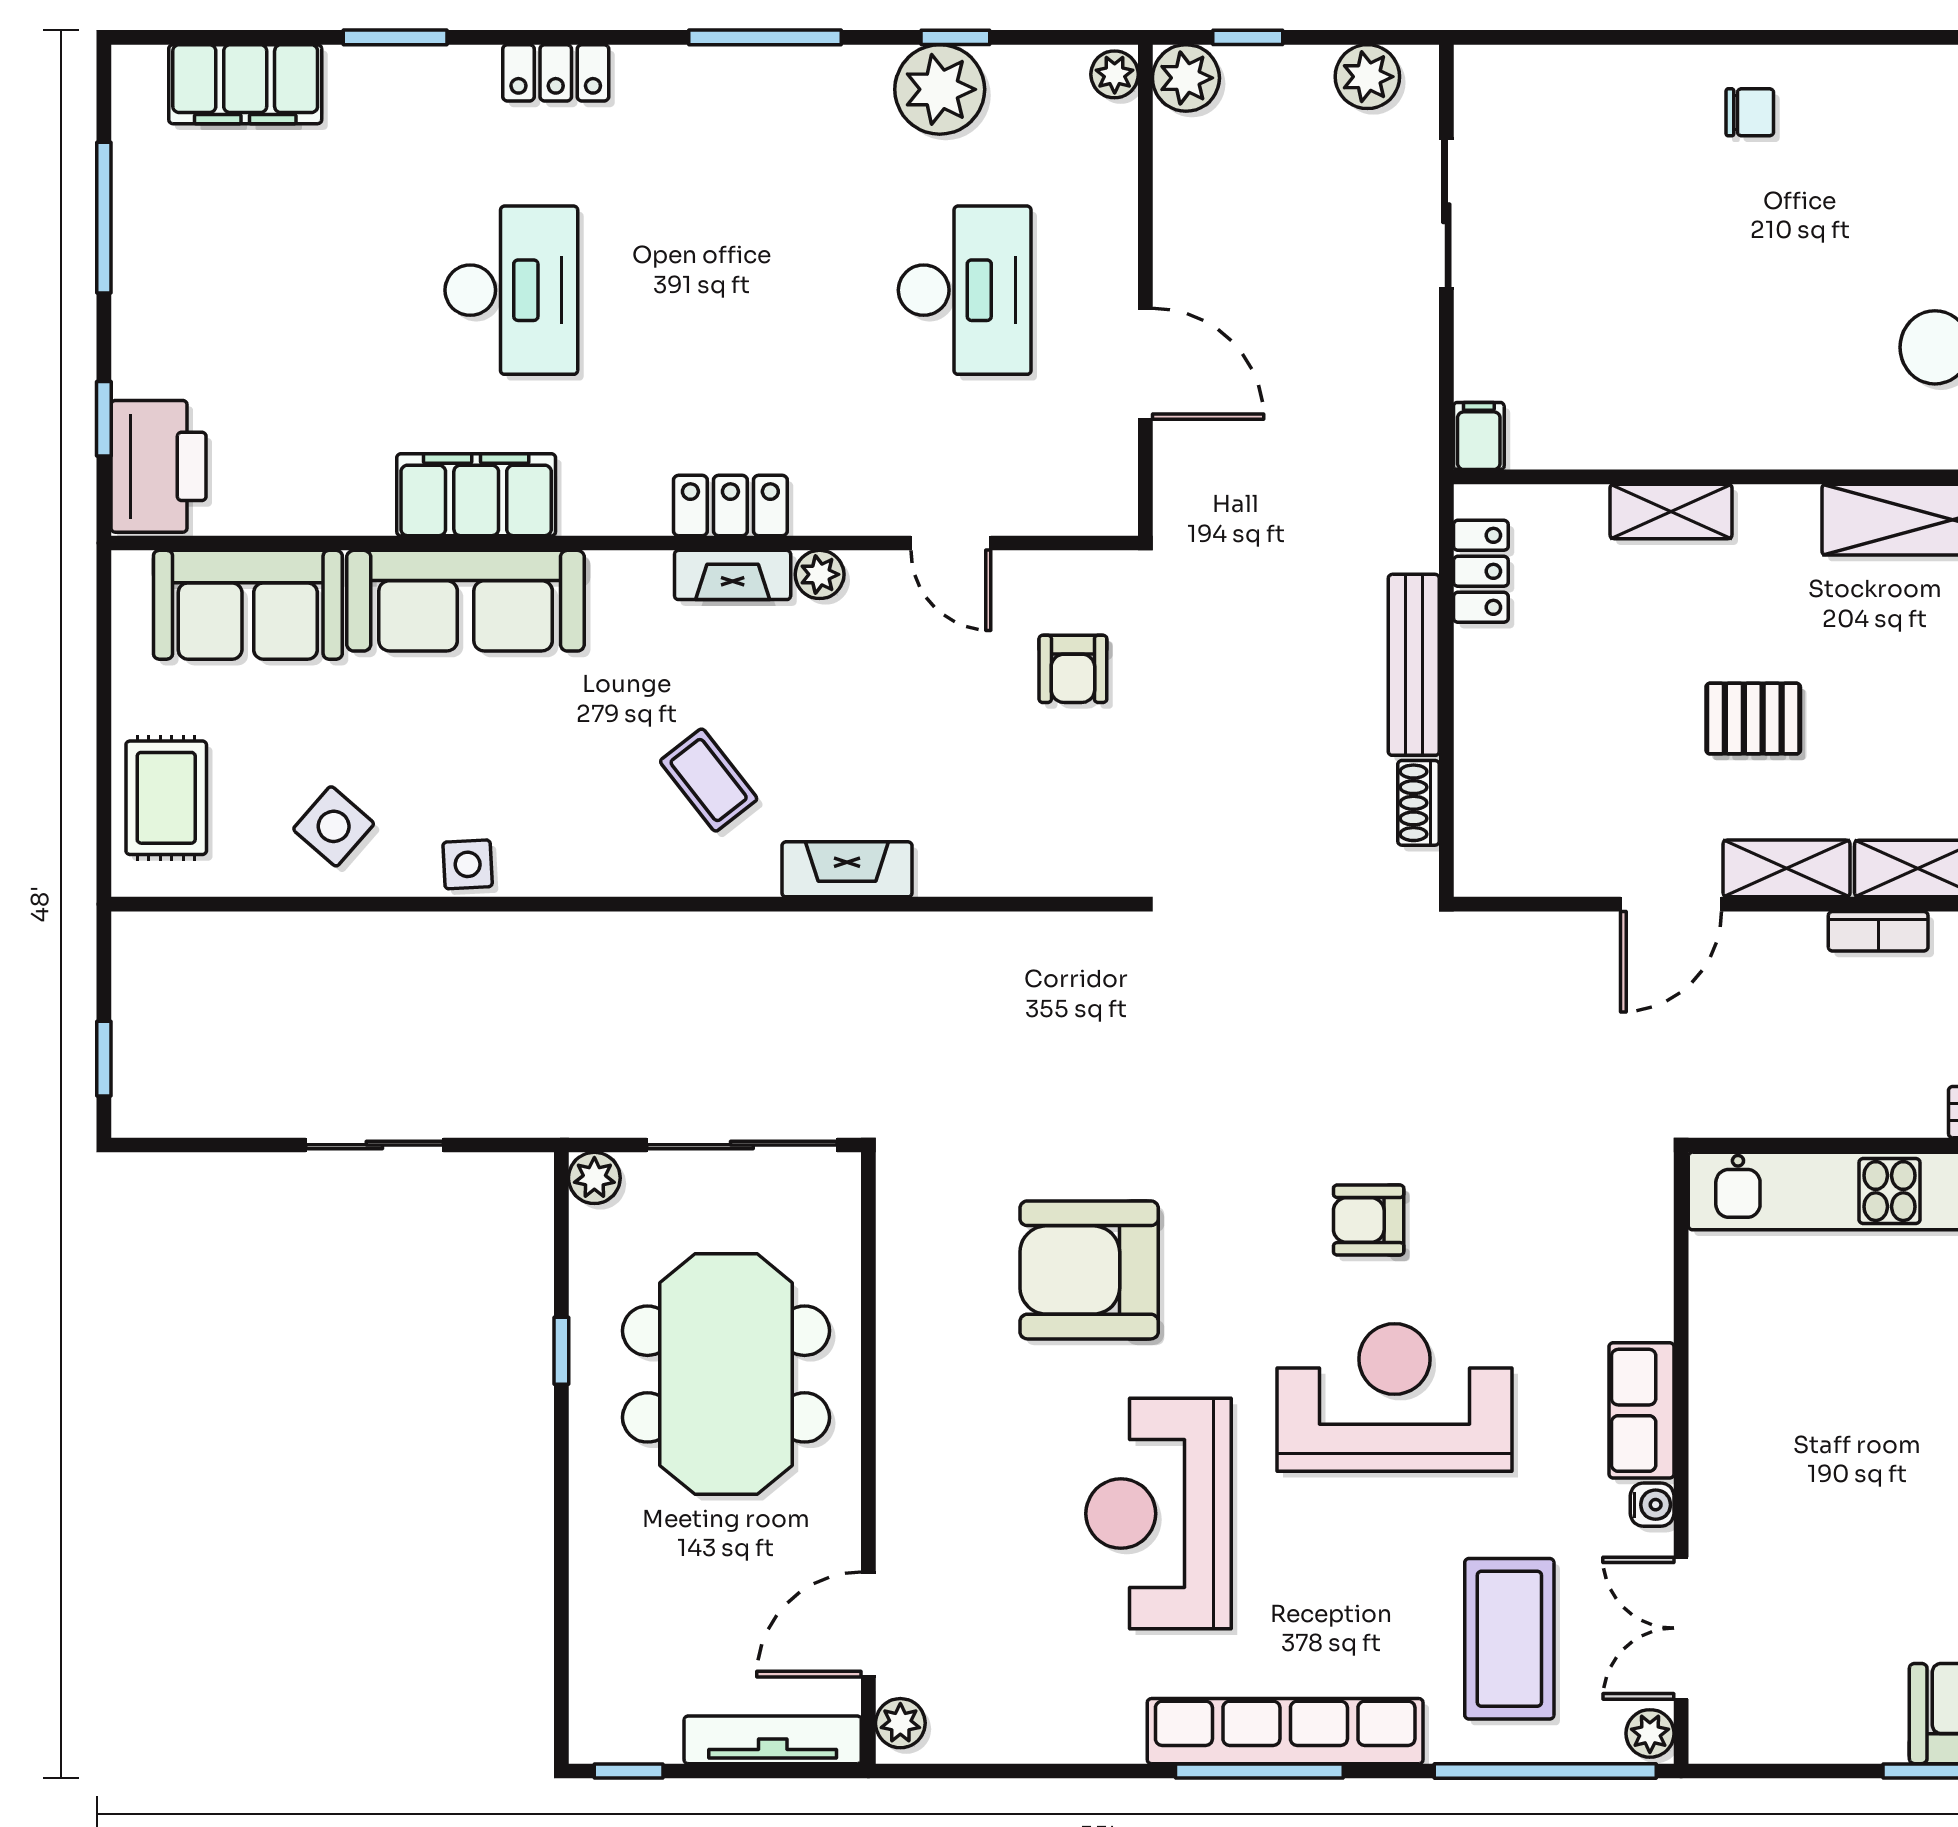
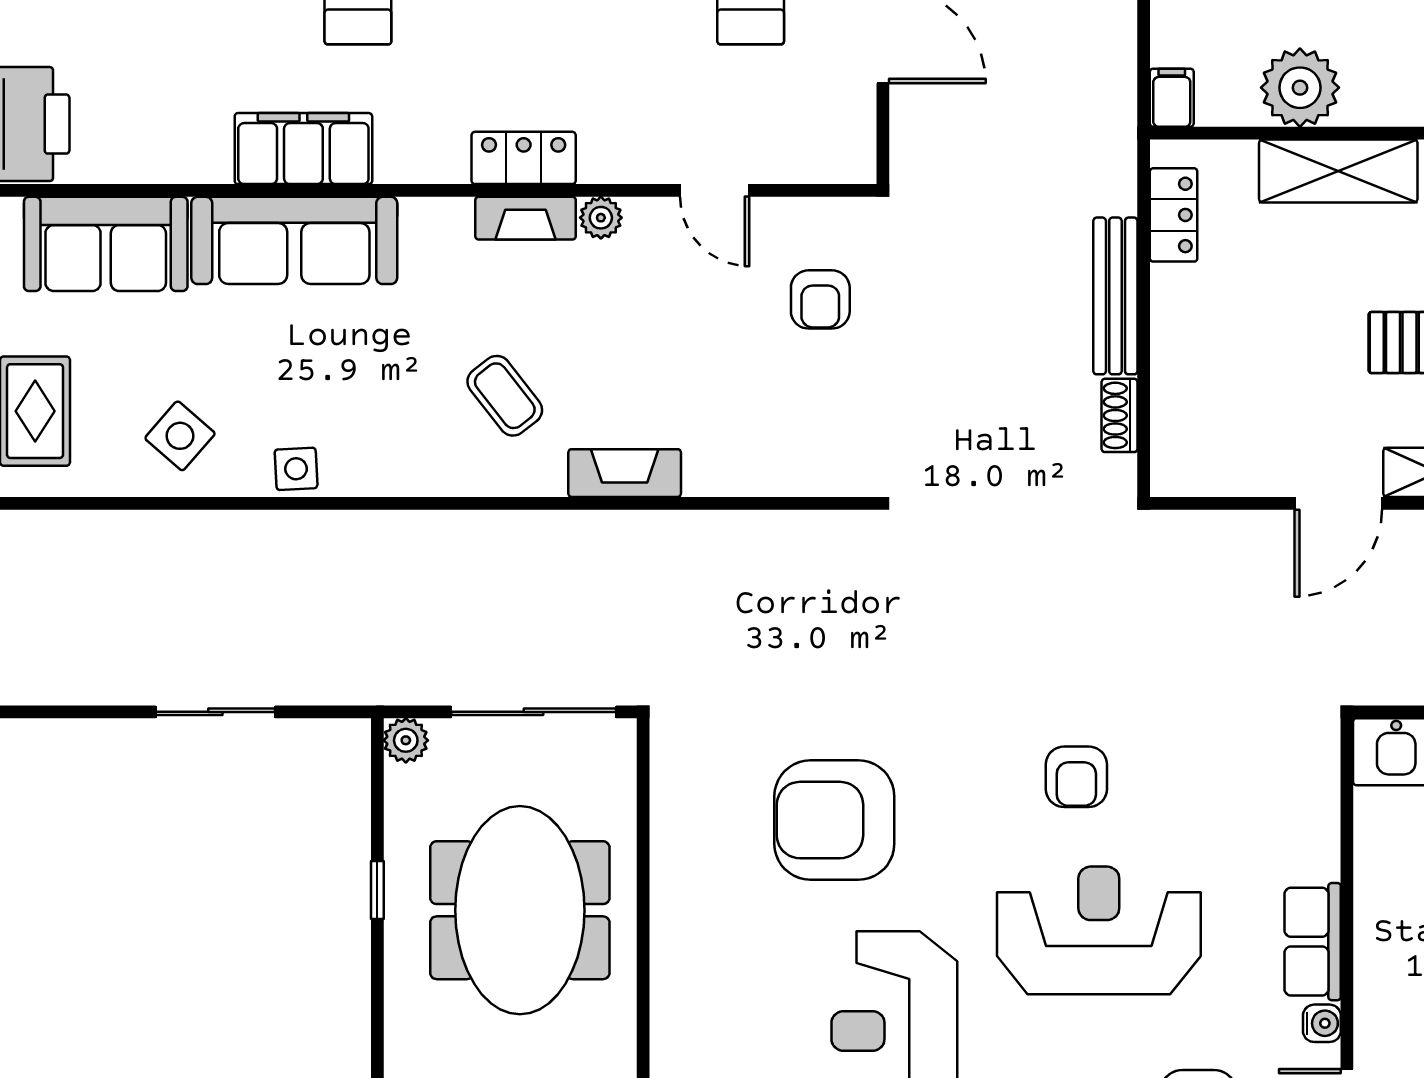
plant: (1627, 424) -> (1300, 88), added
shelving: (1671, 511) -> (1338, 171), width x1.50, depth x1.33
armchair: (1369, 1220) -> (1076, 777), turned -90

